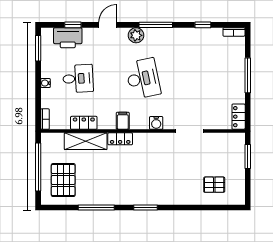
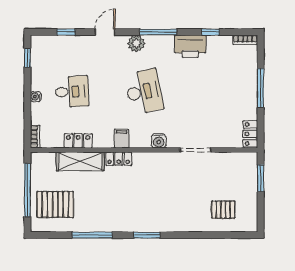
printer: (68, 38) -> (190, 46), moved
window: (38, 48) -> (27, 58), width x0.67
pallet: (63, 180) -> (55, 204), turned 90

